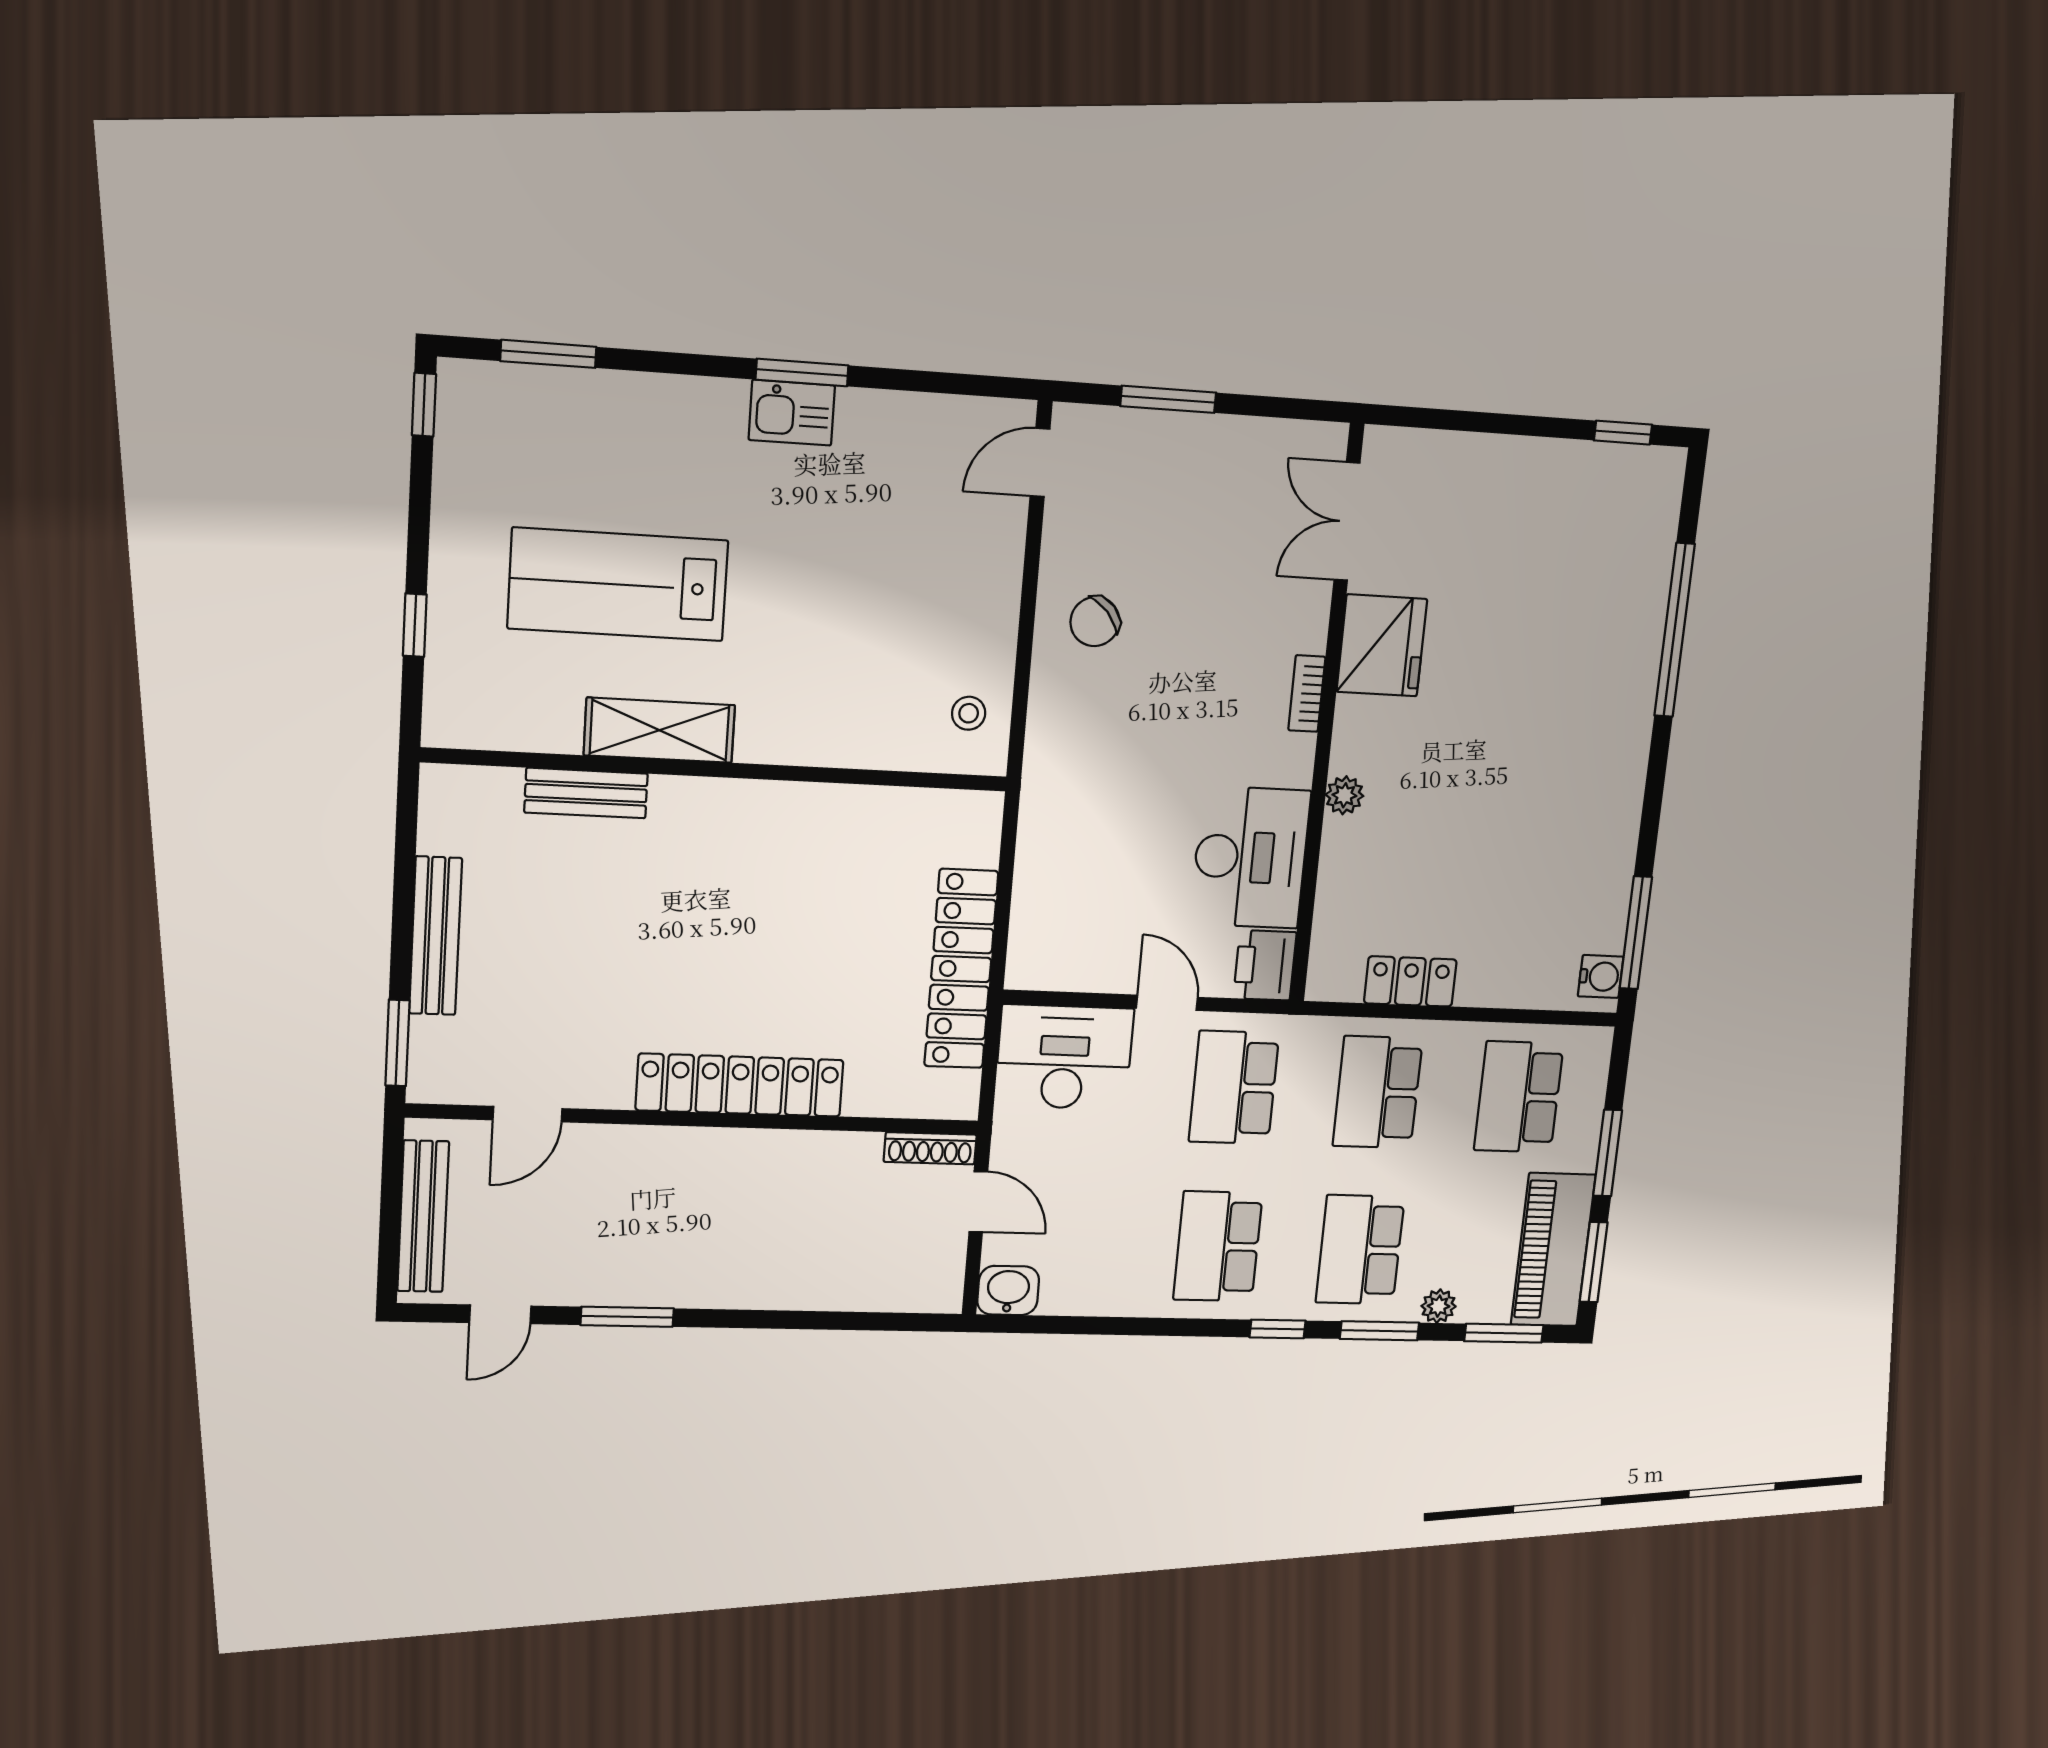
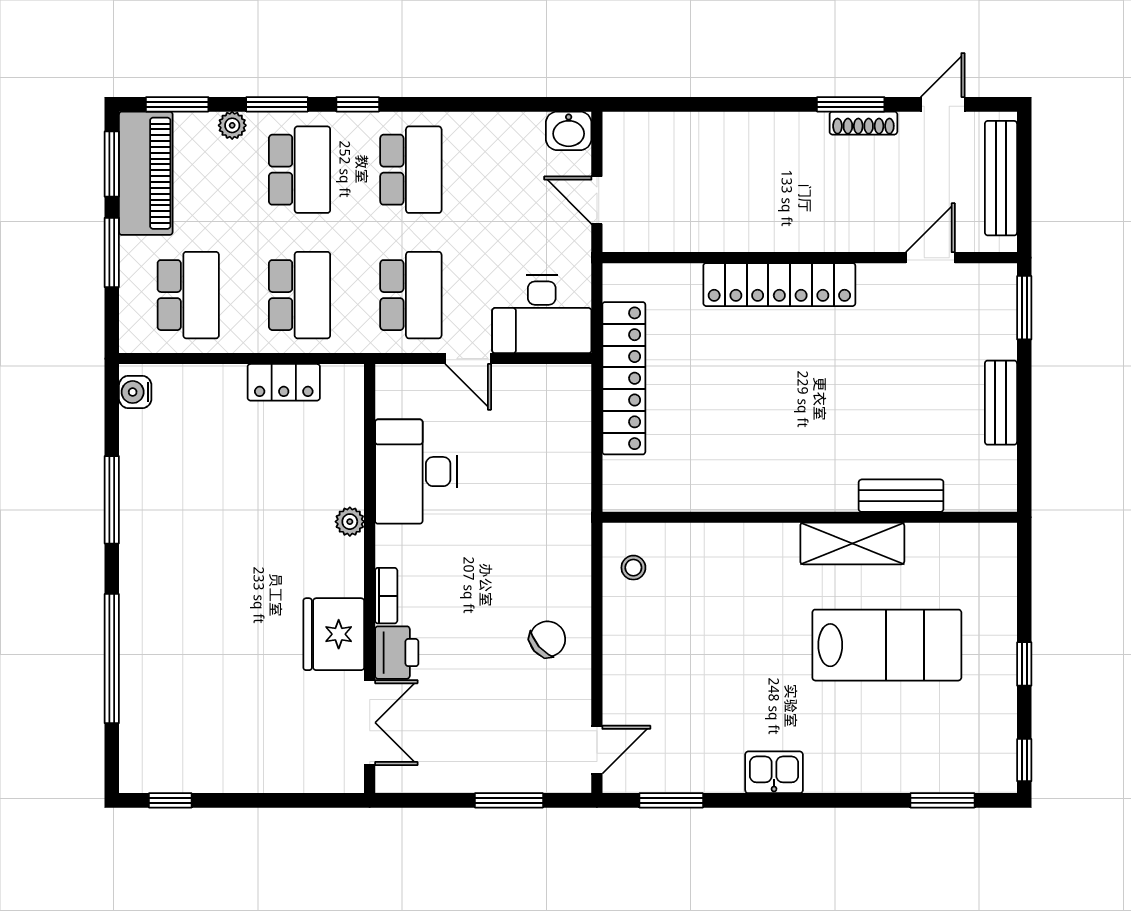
window: (802, 372) -> (671, 800), moved
window: (415, 625) -> (1024, 664), moved
window: (1636, 933) -> (112, 500), moved
bench: (435, 936) -> (1001, 403), width x0.73
printer: (1265, 965) -> (397, 653), moved
shoe rack: (930, 1148) -> (863, 123), moved, turned 180

